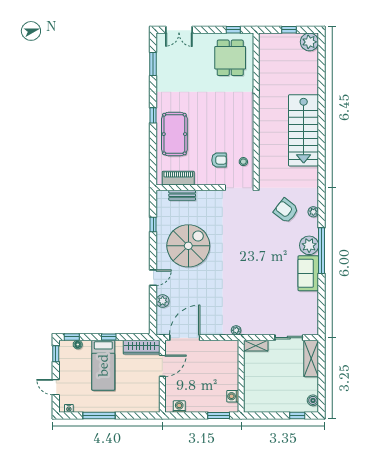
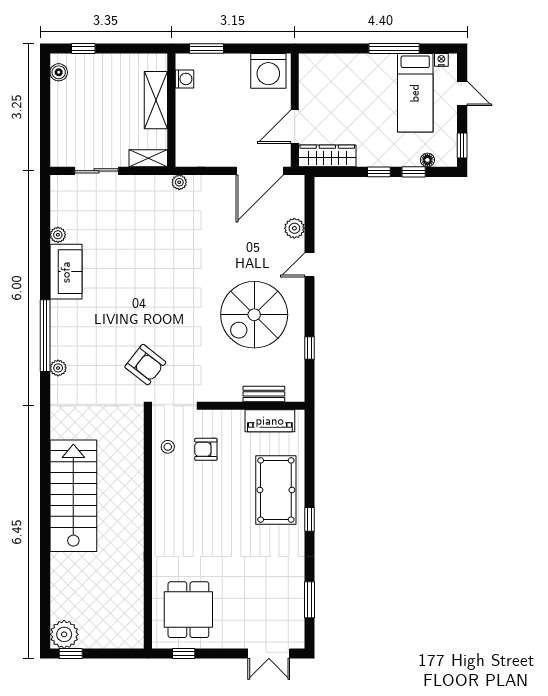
double door: (179, 30) -> (269, 653), swing flipped
window: (289, 30) -> (71, 653), moved
armchair: (286, 211) -> (145, 365), moved
plant: (309, 245) -> (58, 235), moved, width x0.53, depth x0.53
window: (322, 251) -> (45, 336), moved
window: (72, 337) -> (414, 172), moved
shelving: (311, 358) -> (156, 100), moved
bed: (103, 365) -> (415, 93), moved, turned 180
washing machine: (179, 407) -> (268, 71), width x1.89, depth x1.89

